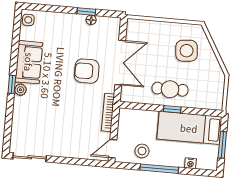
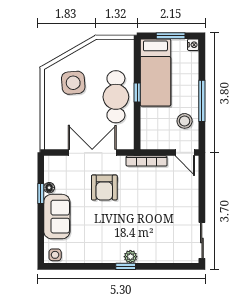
sofa: (29, 62) -> (57, 217), moved, turned 90
cafe table: (170, 89) -> (116, 97), width x1.37, depth x1.35
nightstand: (190, 163) -> (193, 45), moved

